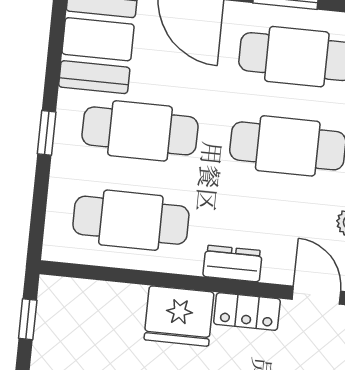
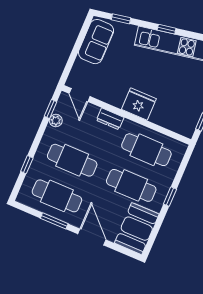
locker: (247, 312) -> (110, 97), removed

